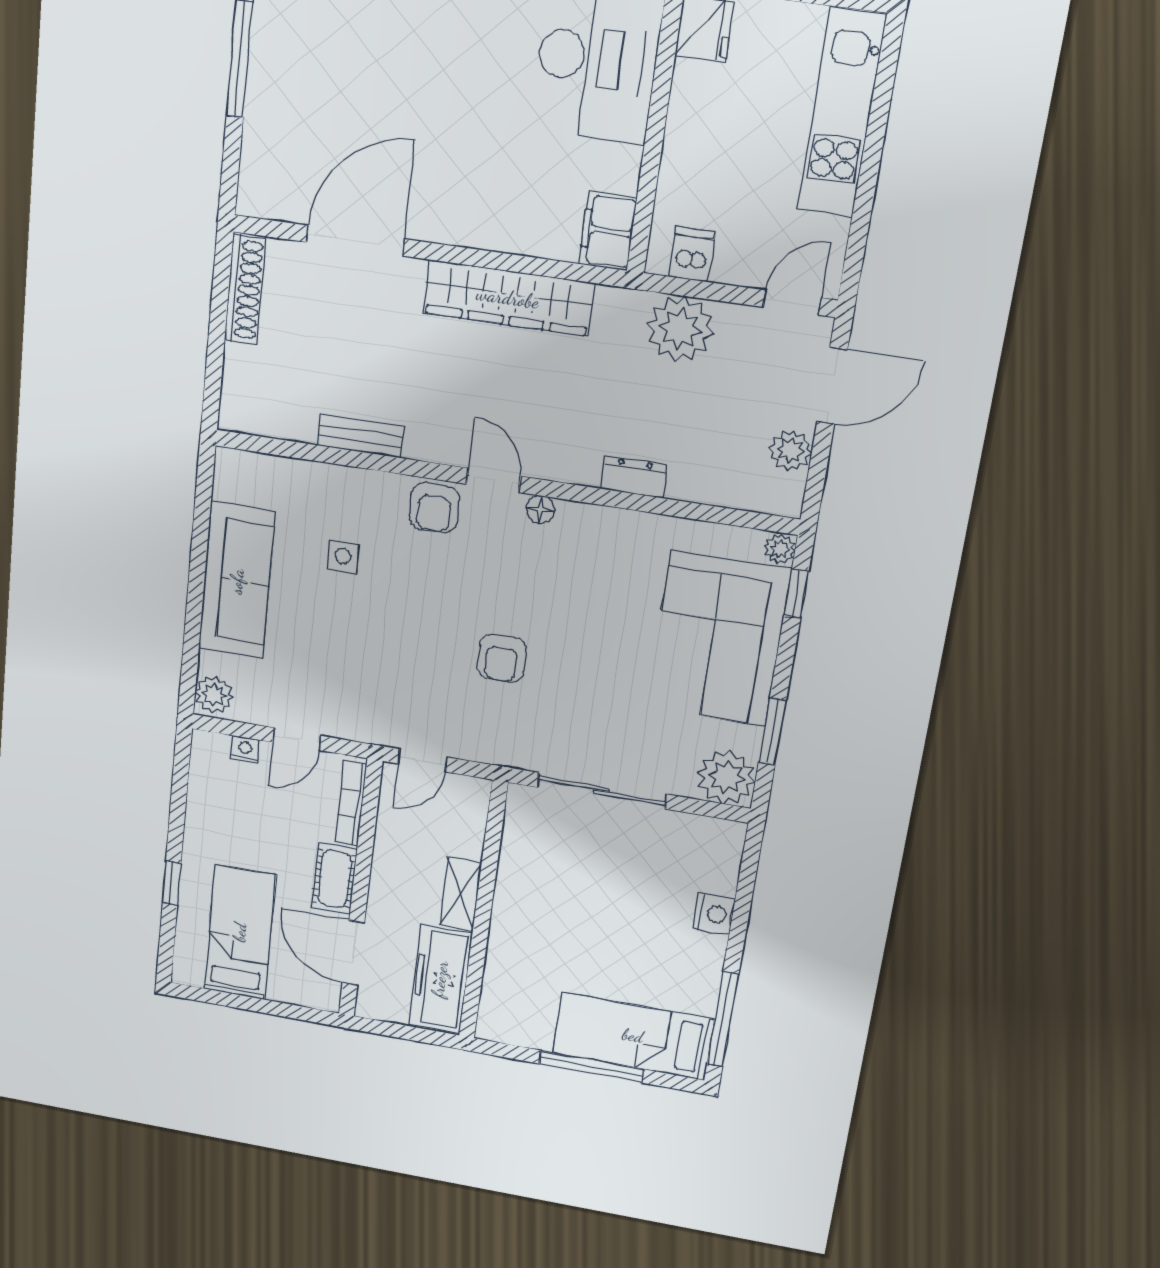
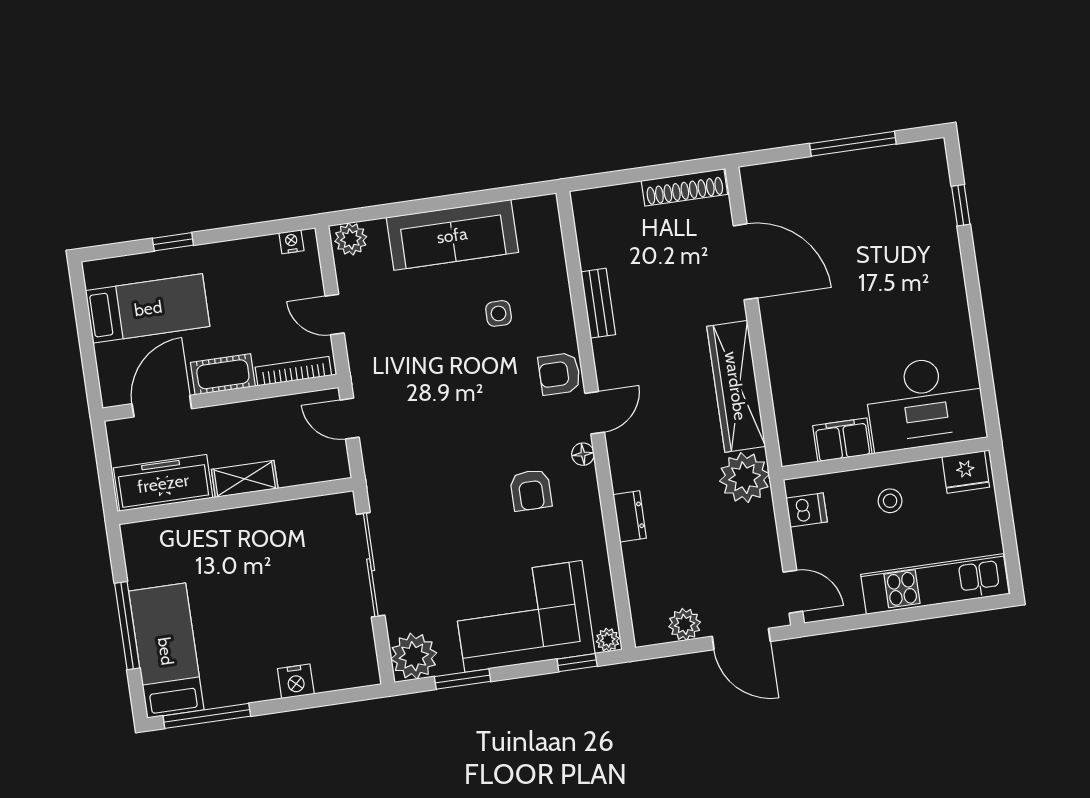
stool: (712, 142) -> (890, 501), added
filing cabinet: (608, 231) -> (842, 440), moved
plant: (680, 329) -> (745, 478), moved
armchair: (502, 658) -> (531, 490), moved, turned -90
nightstand: (245, 749) -> (291, 242), moved, turned -90

